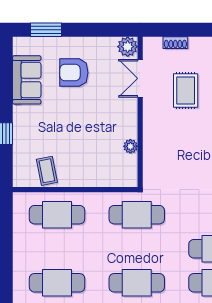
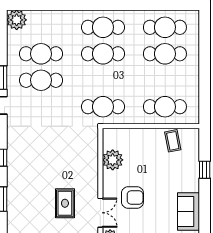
armchair: (74, 73) -> (132, 198), moved
plant: (130, 146) -> (113, 160), width x1.88, depth x1.88

